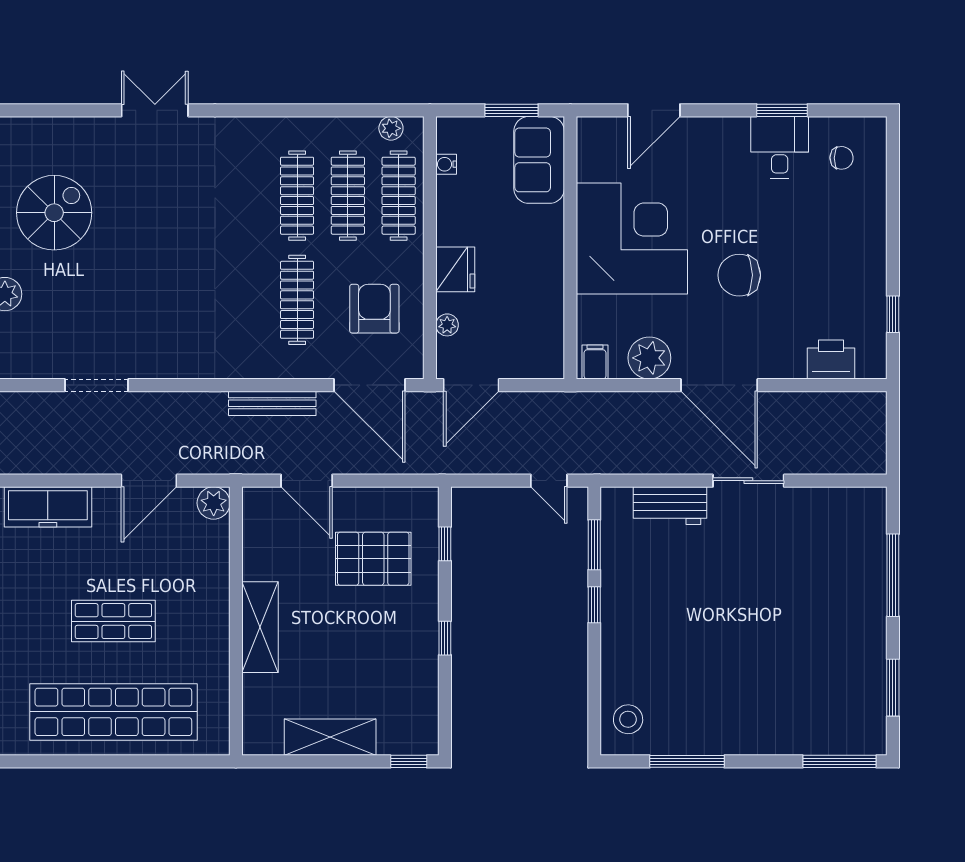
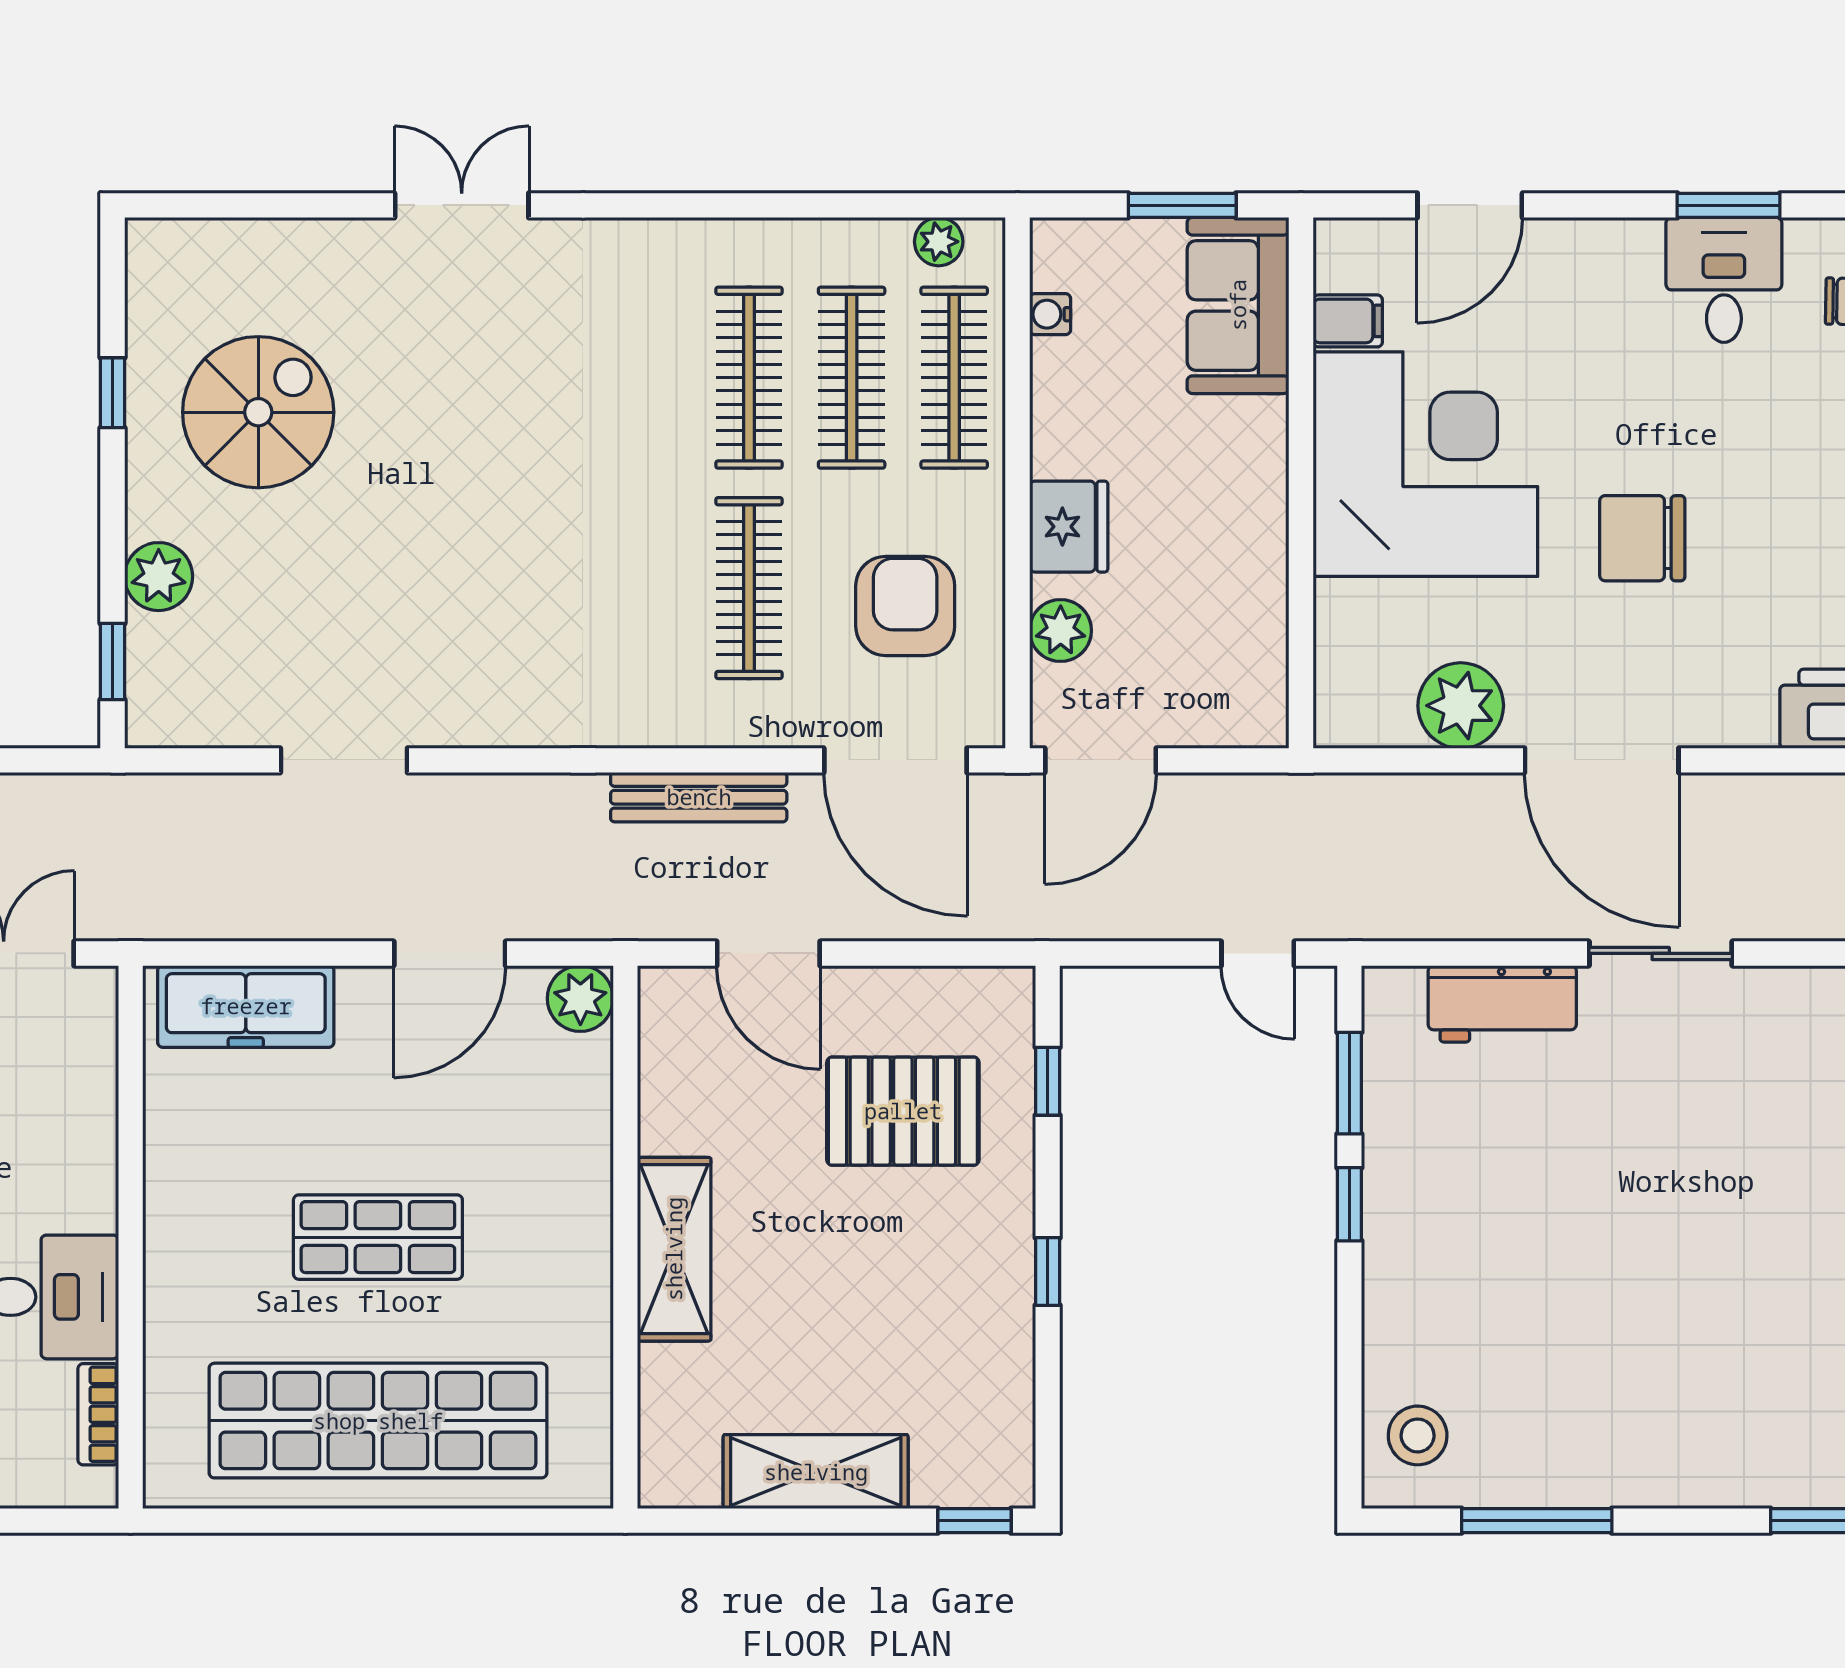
plant: (447, 325) -> (1061, 631), width x1.38, depth x1.38
filing cabinet: (595, 362) -> (1348, 321), moved, turned 90

